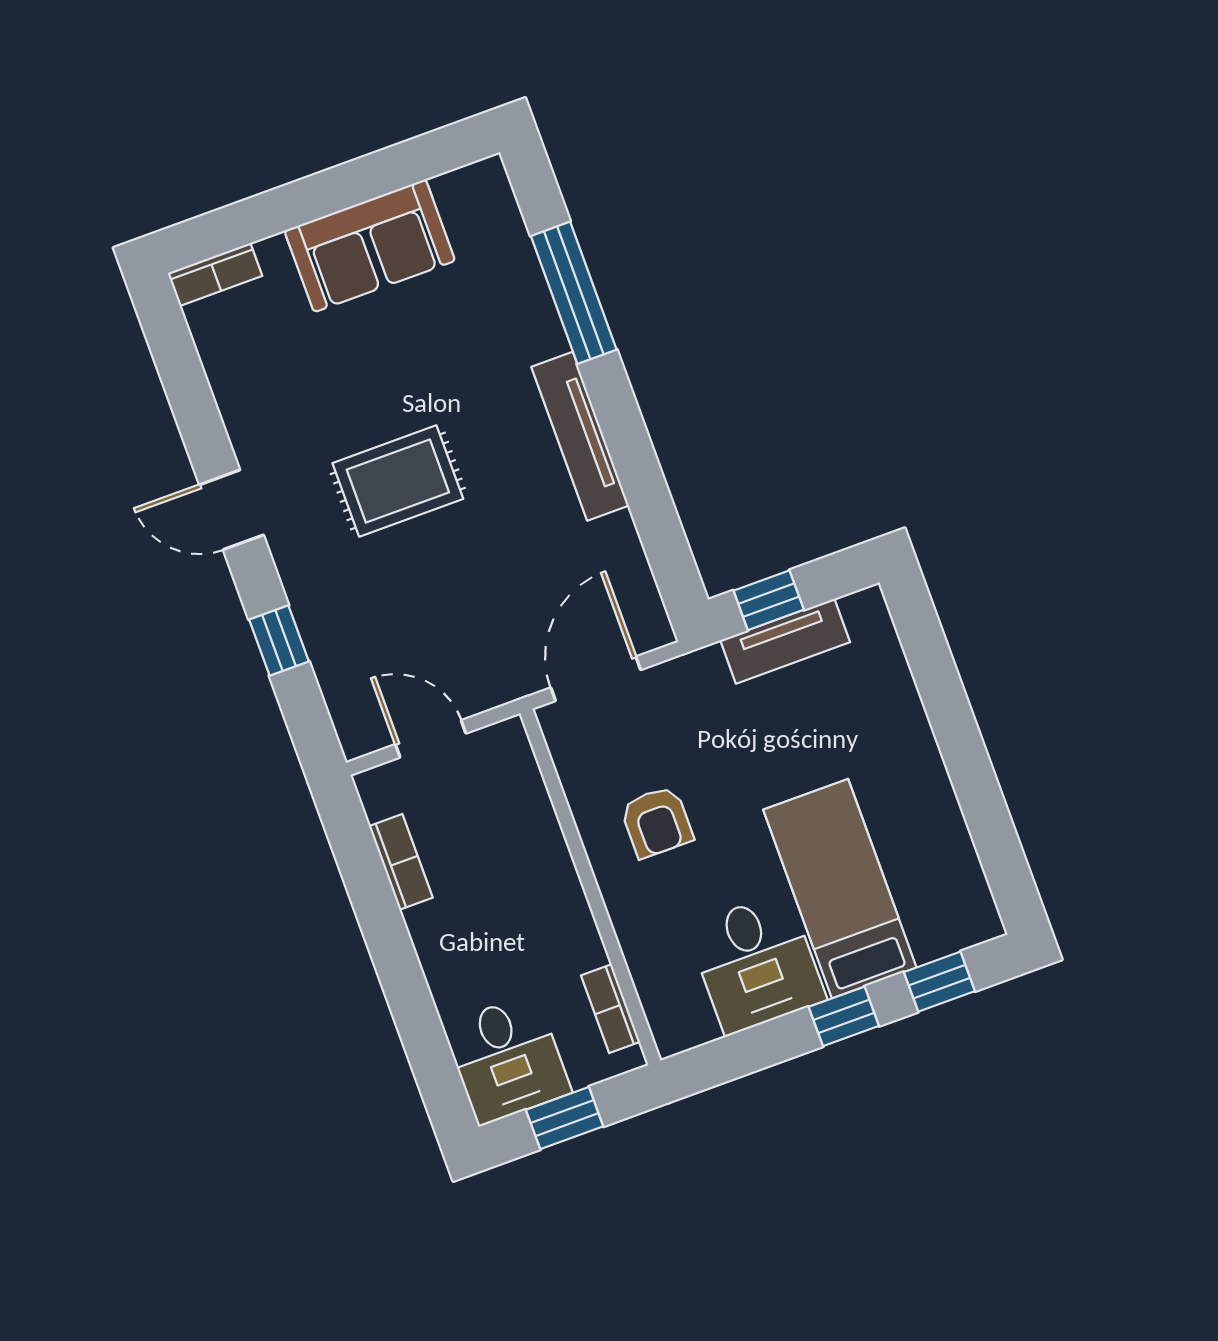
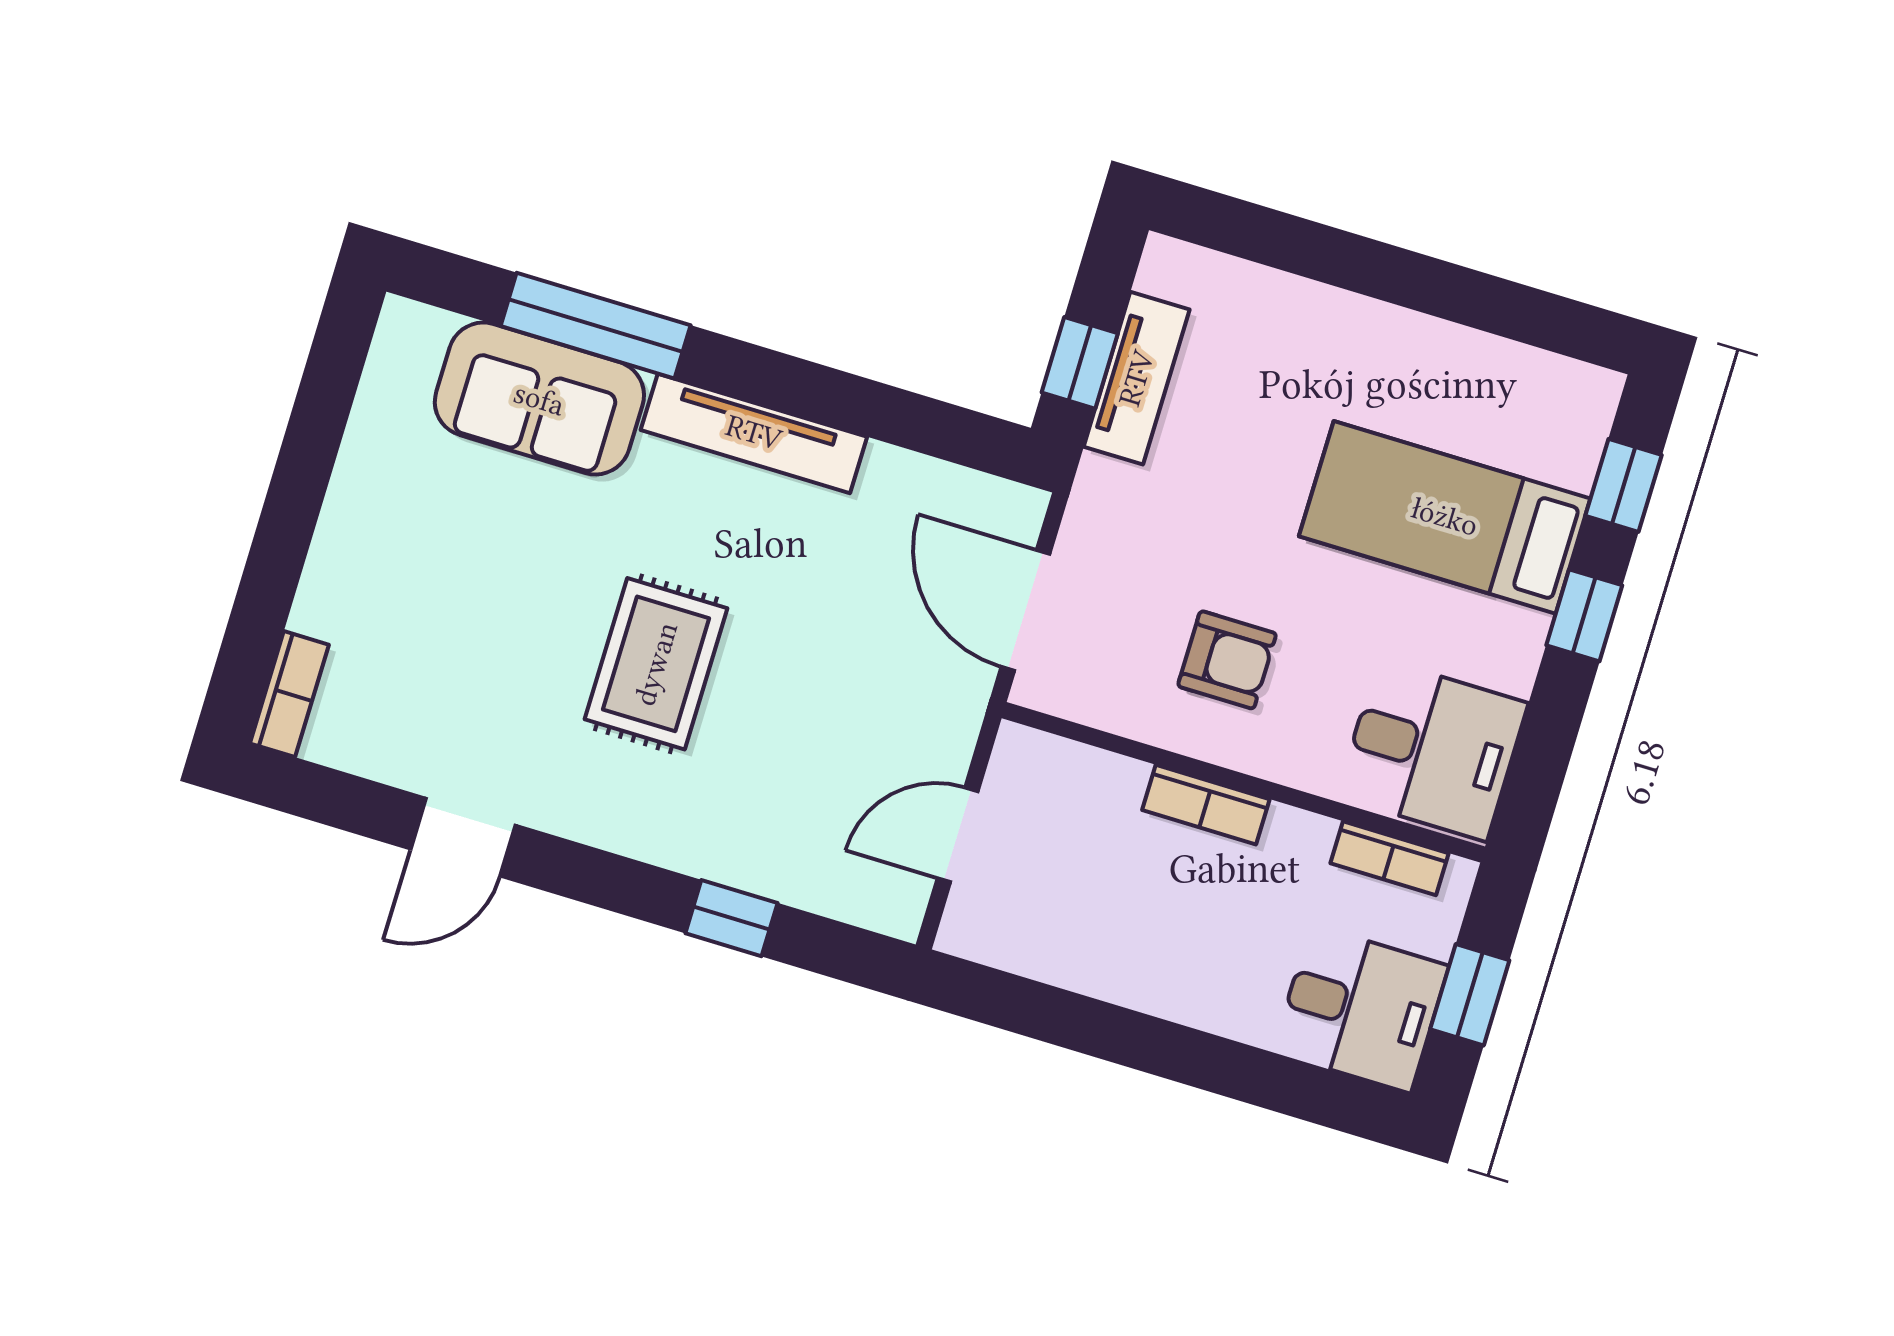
sofa: (370, 246) -> (539, 399), moved, turned 90
door: (231, 510) -> (463, 837), moved
bookcase: (401, 862) -> (1206, 805), moved, turned 180
desk: (756, 963) -> (1432, 750), moved

